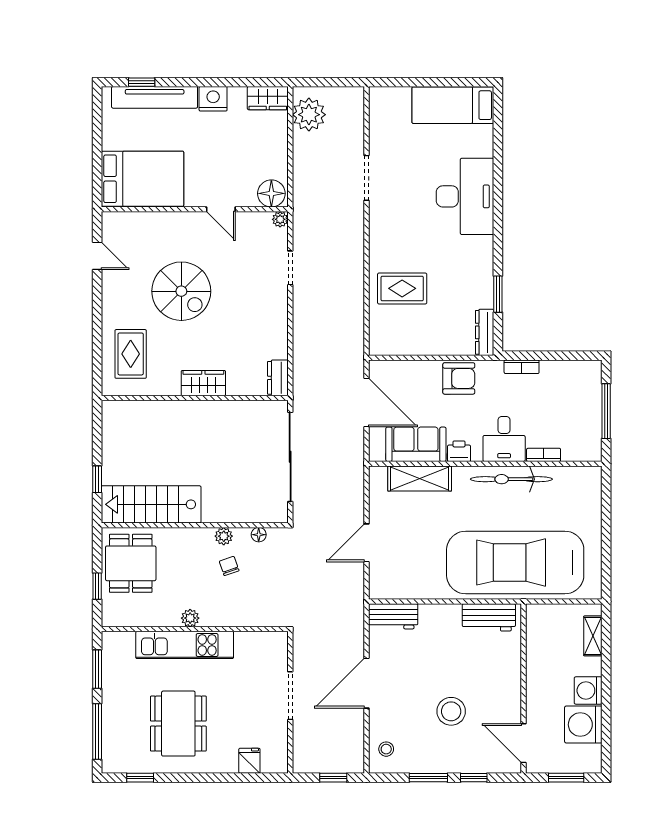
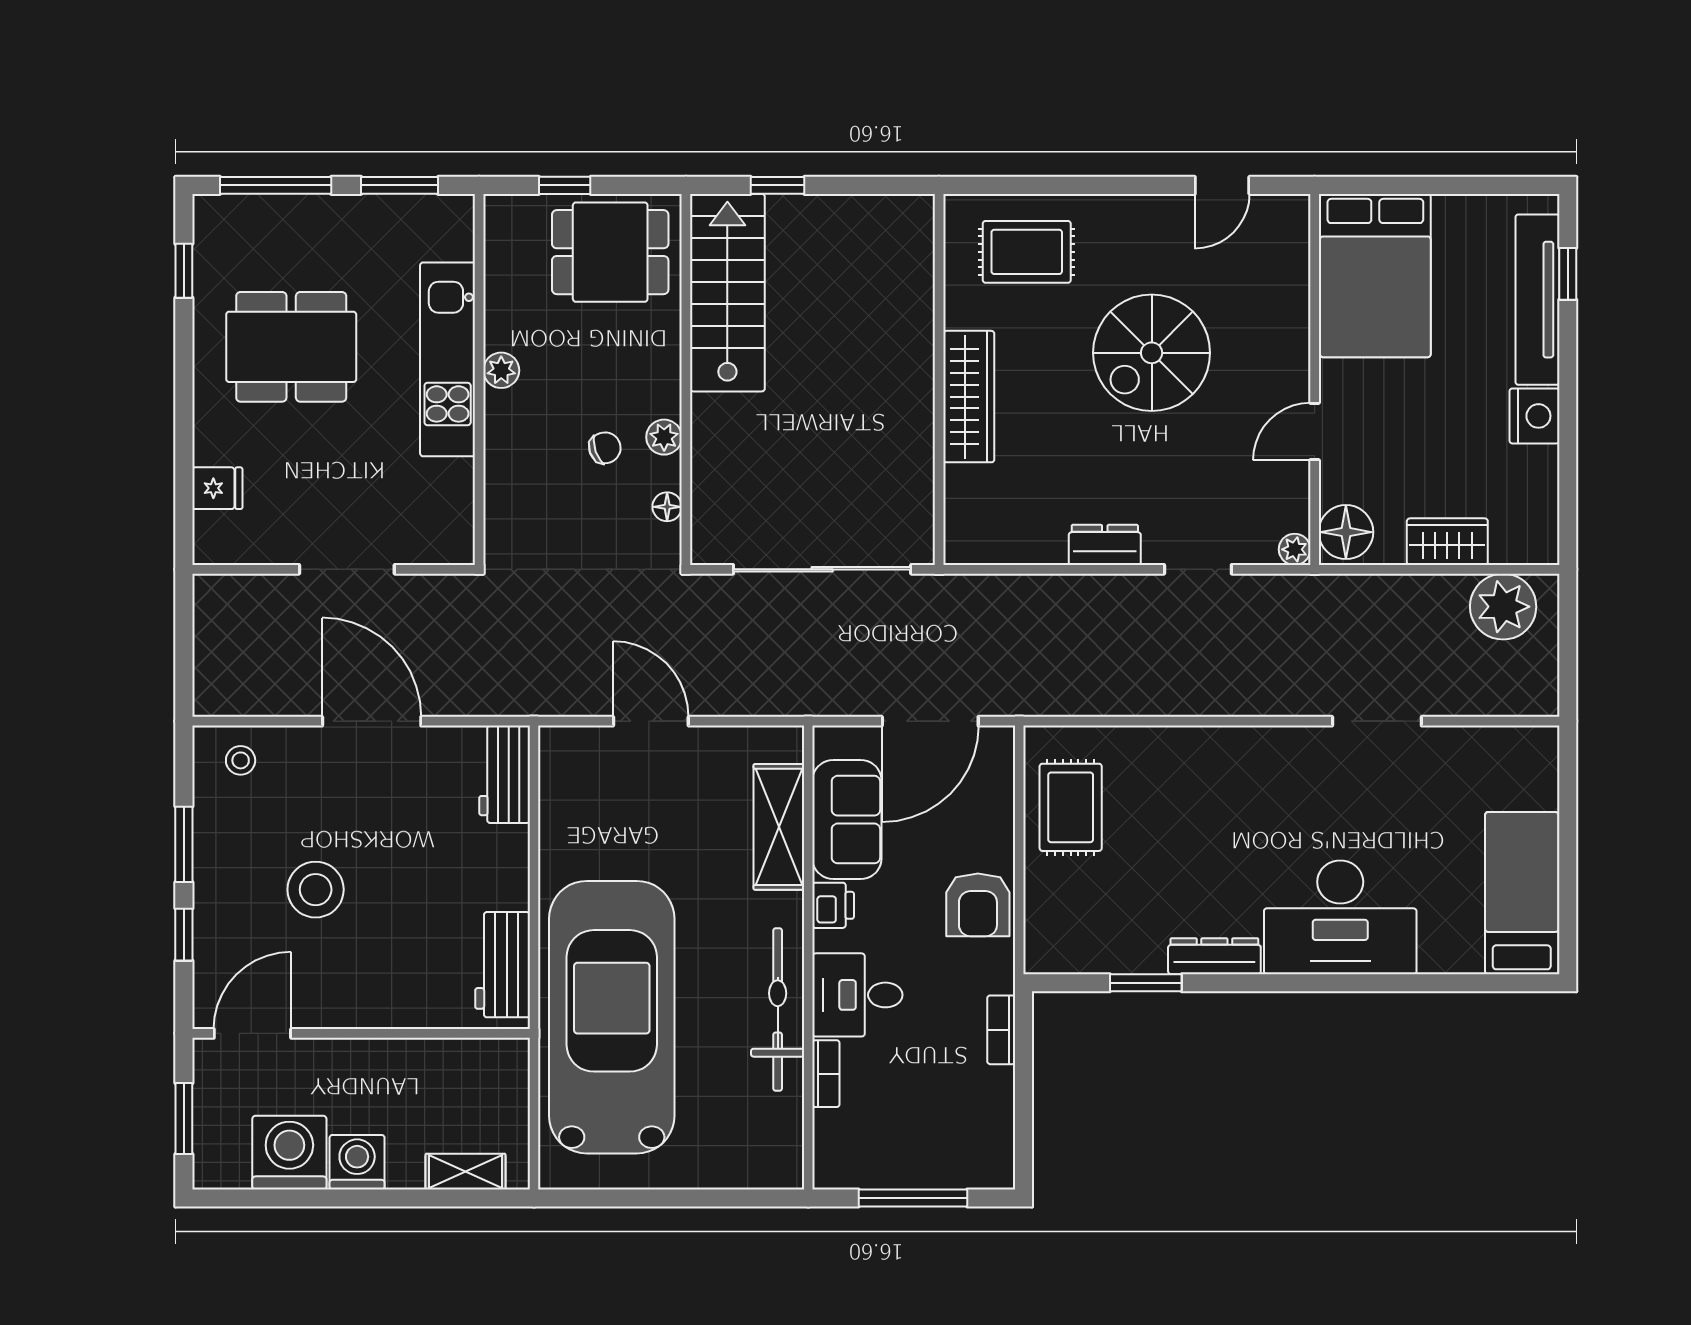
wardrobe: (268, 98) -> (1447, 542), moved, turned 90
rug: (402, 288) -> (1071, 807), moved
dresser: (485, 332) -> (1214, 956), moved
dresser: (278, 378) -> (1105, 545), moved
wardrobe: (203, 383) -> (969, 397), width x1.50
window: (333, 778) -> (184, 655), removed

